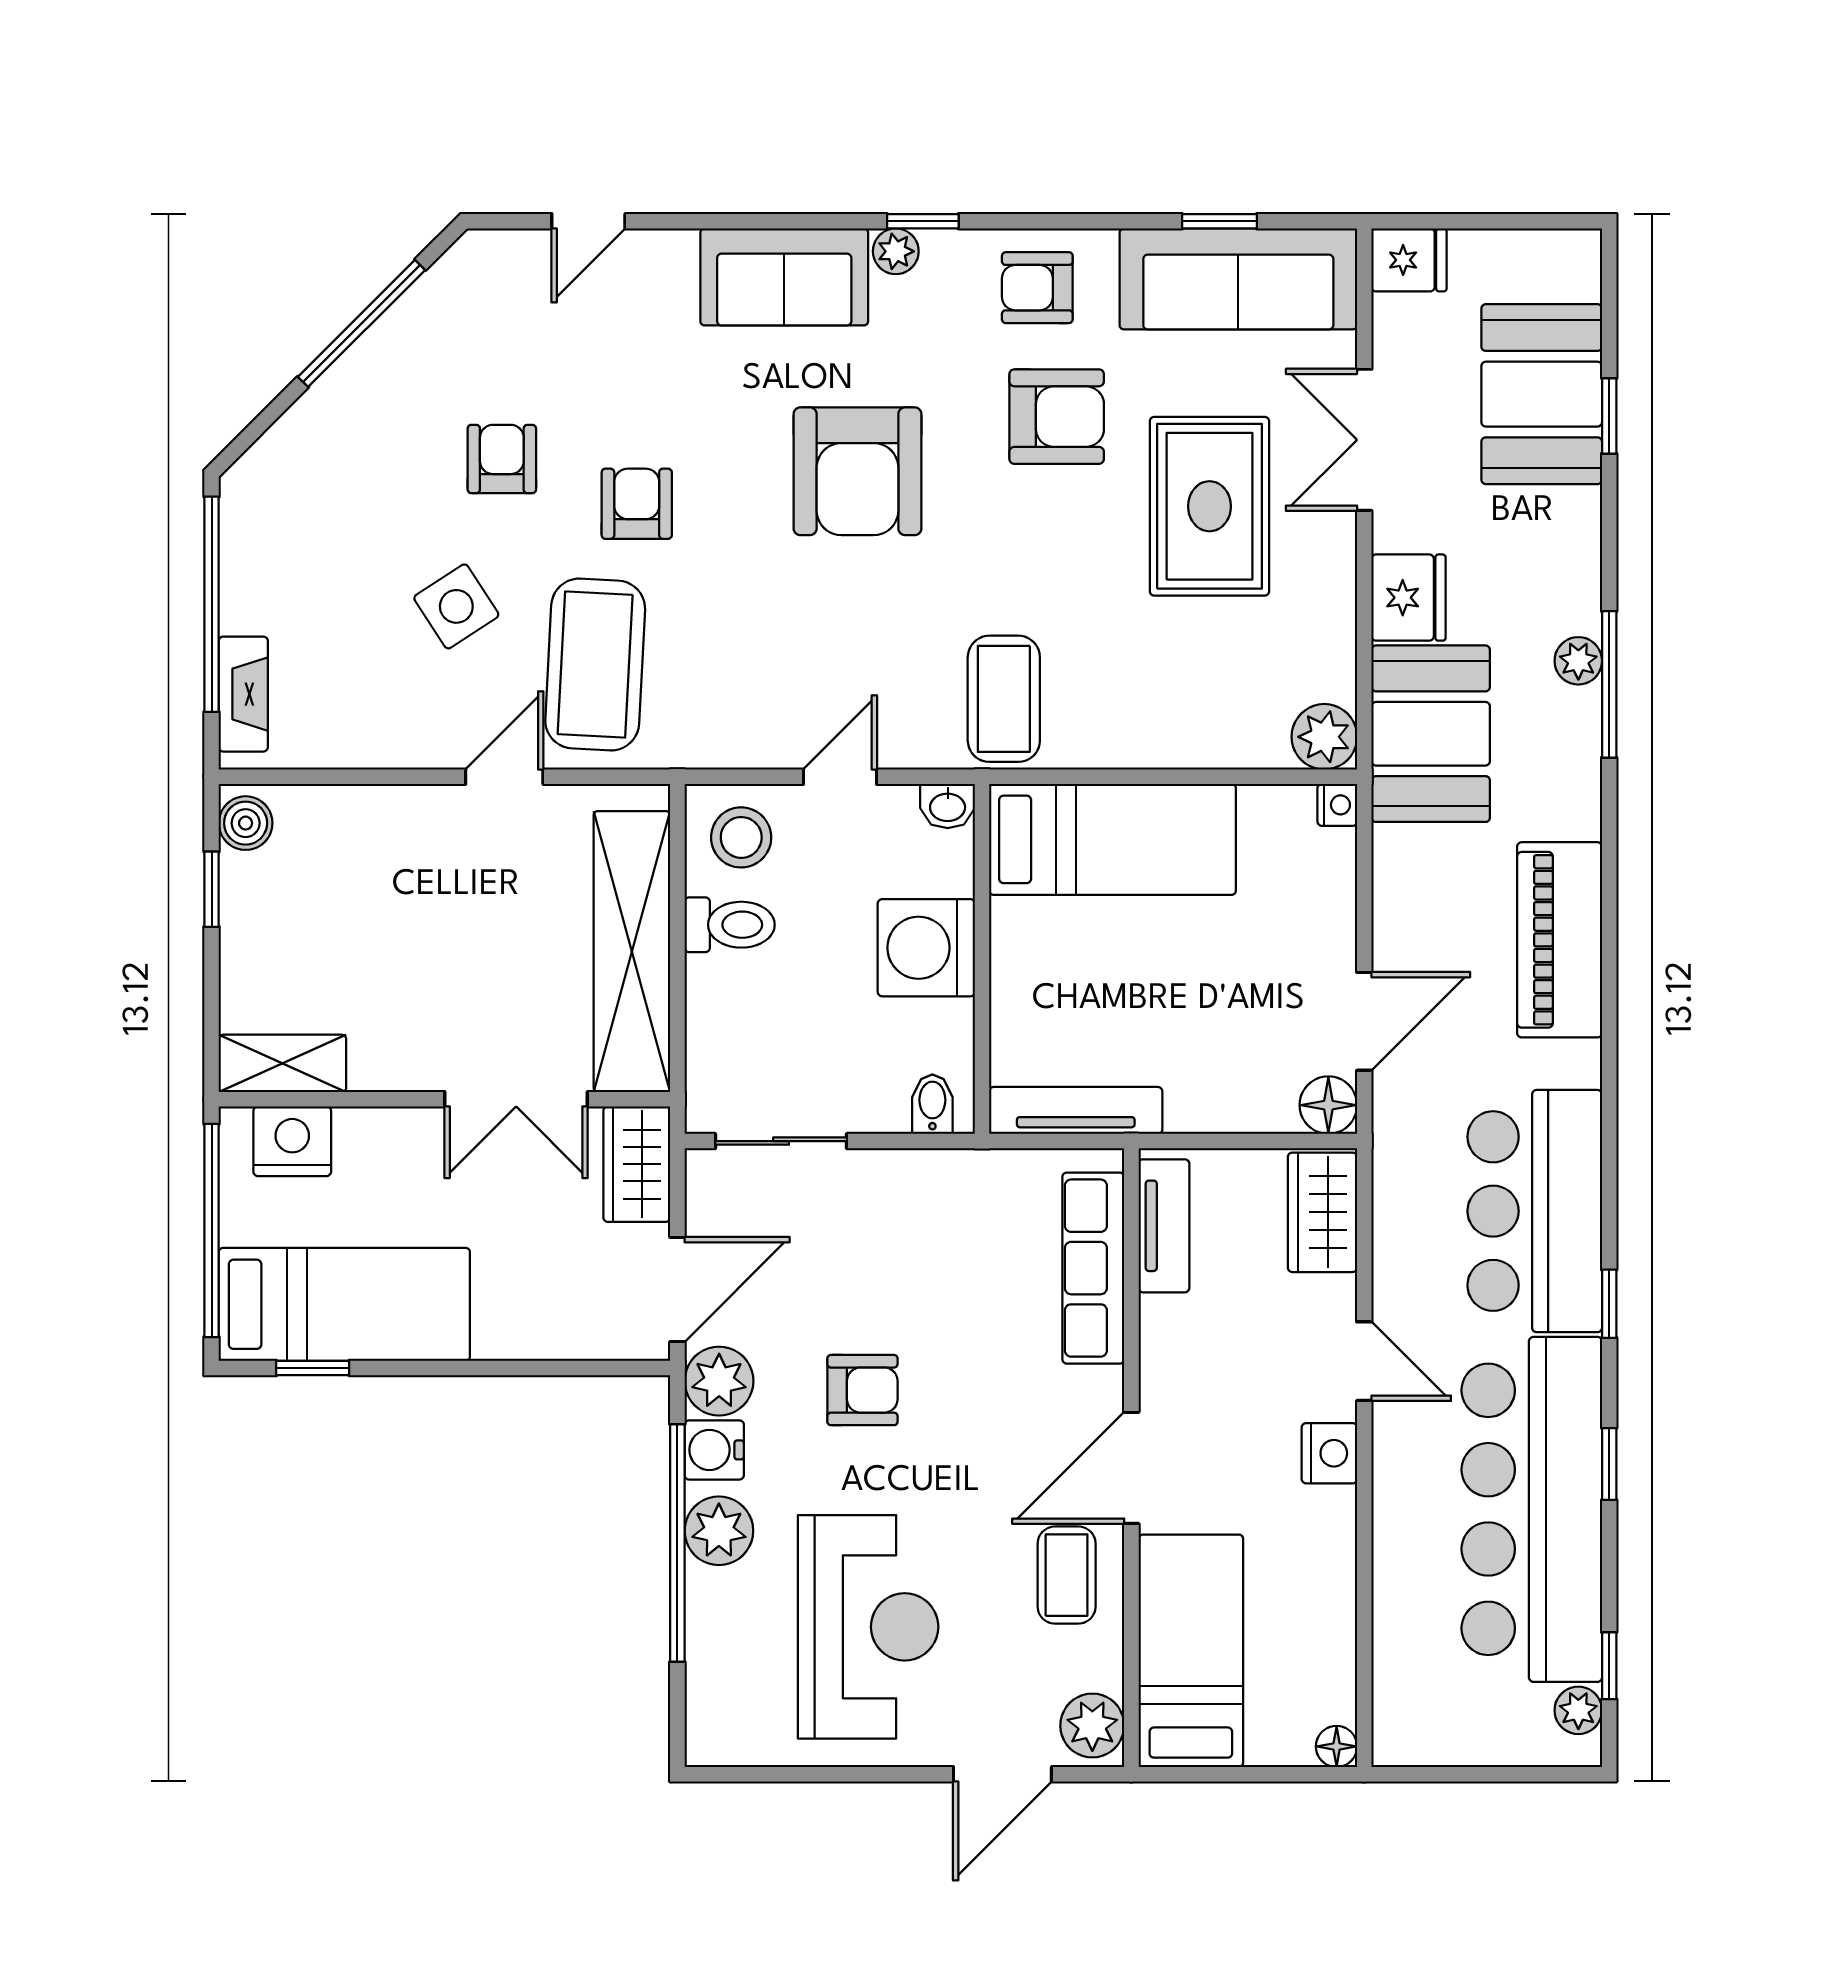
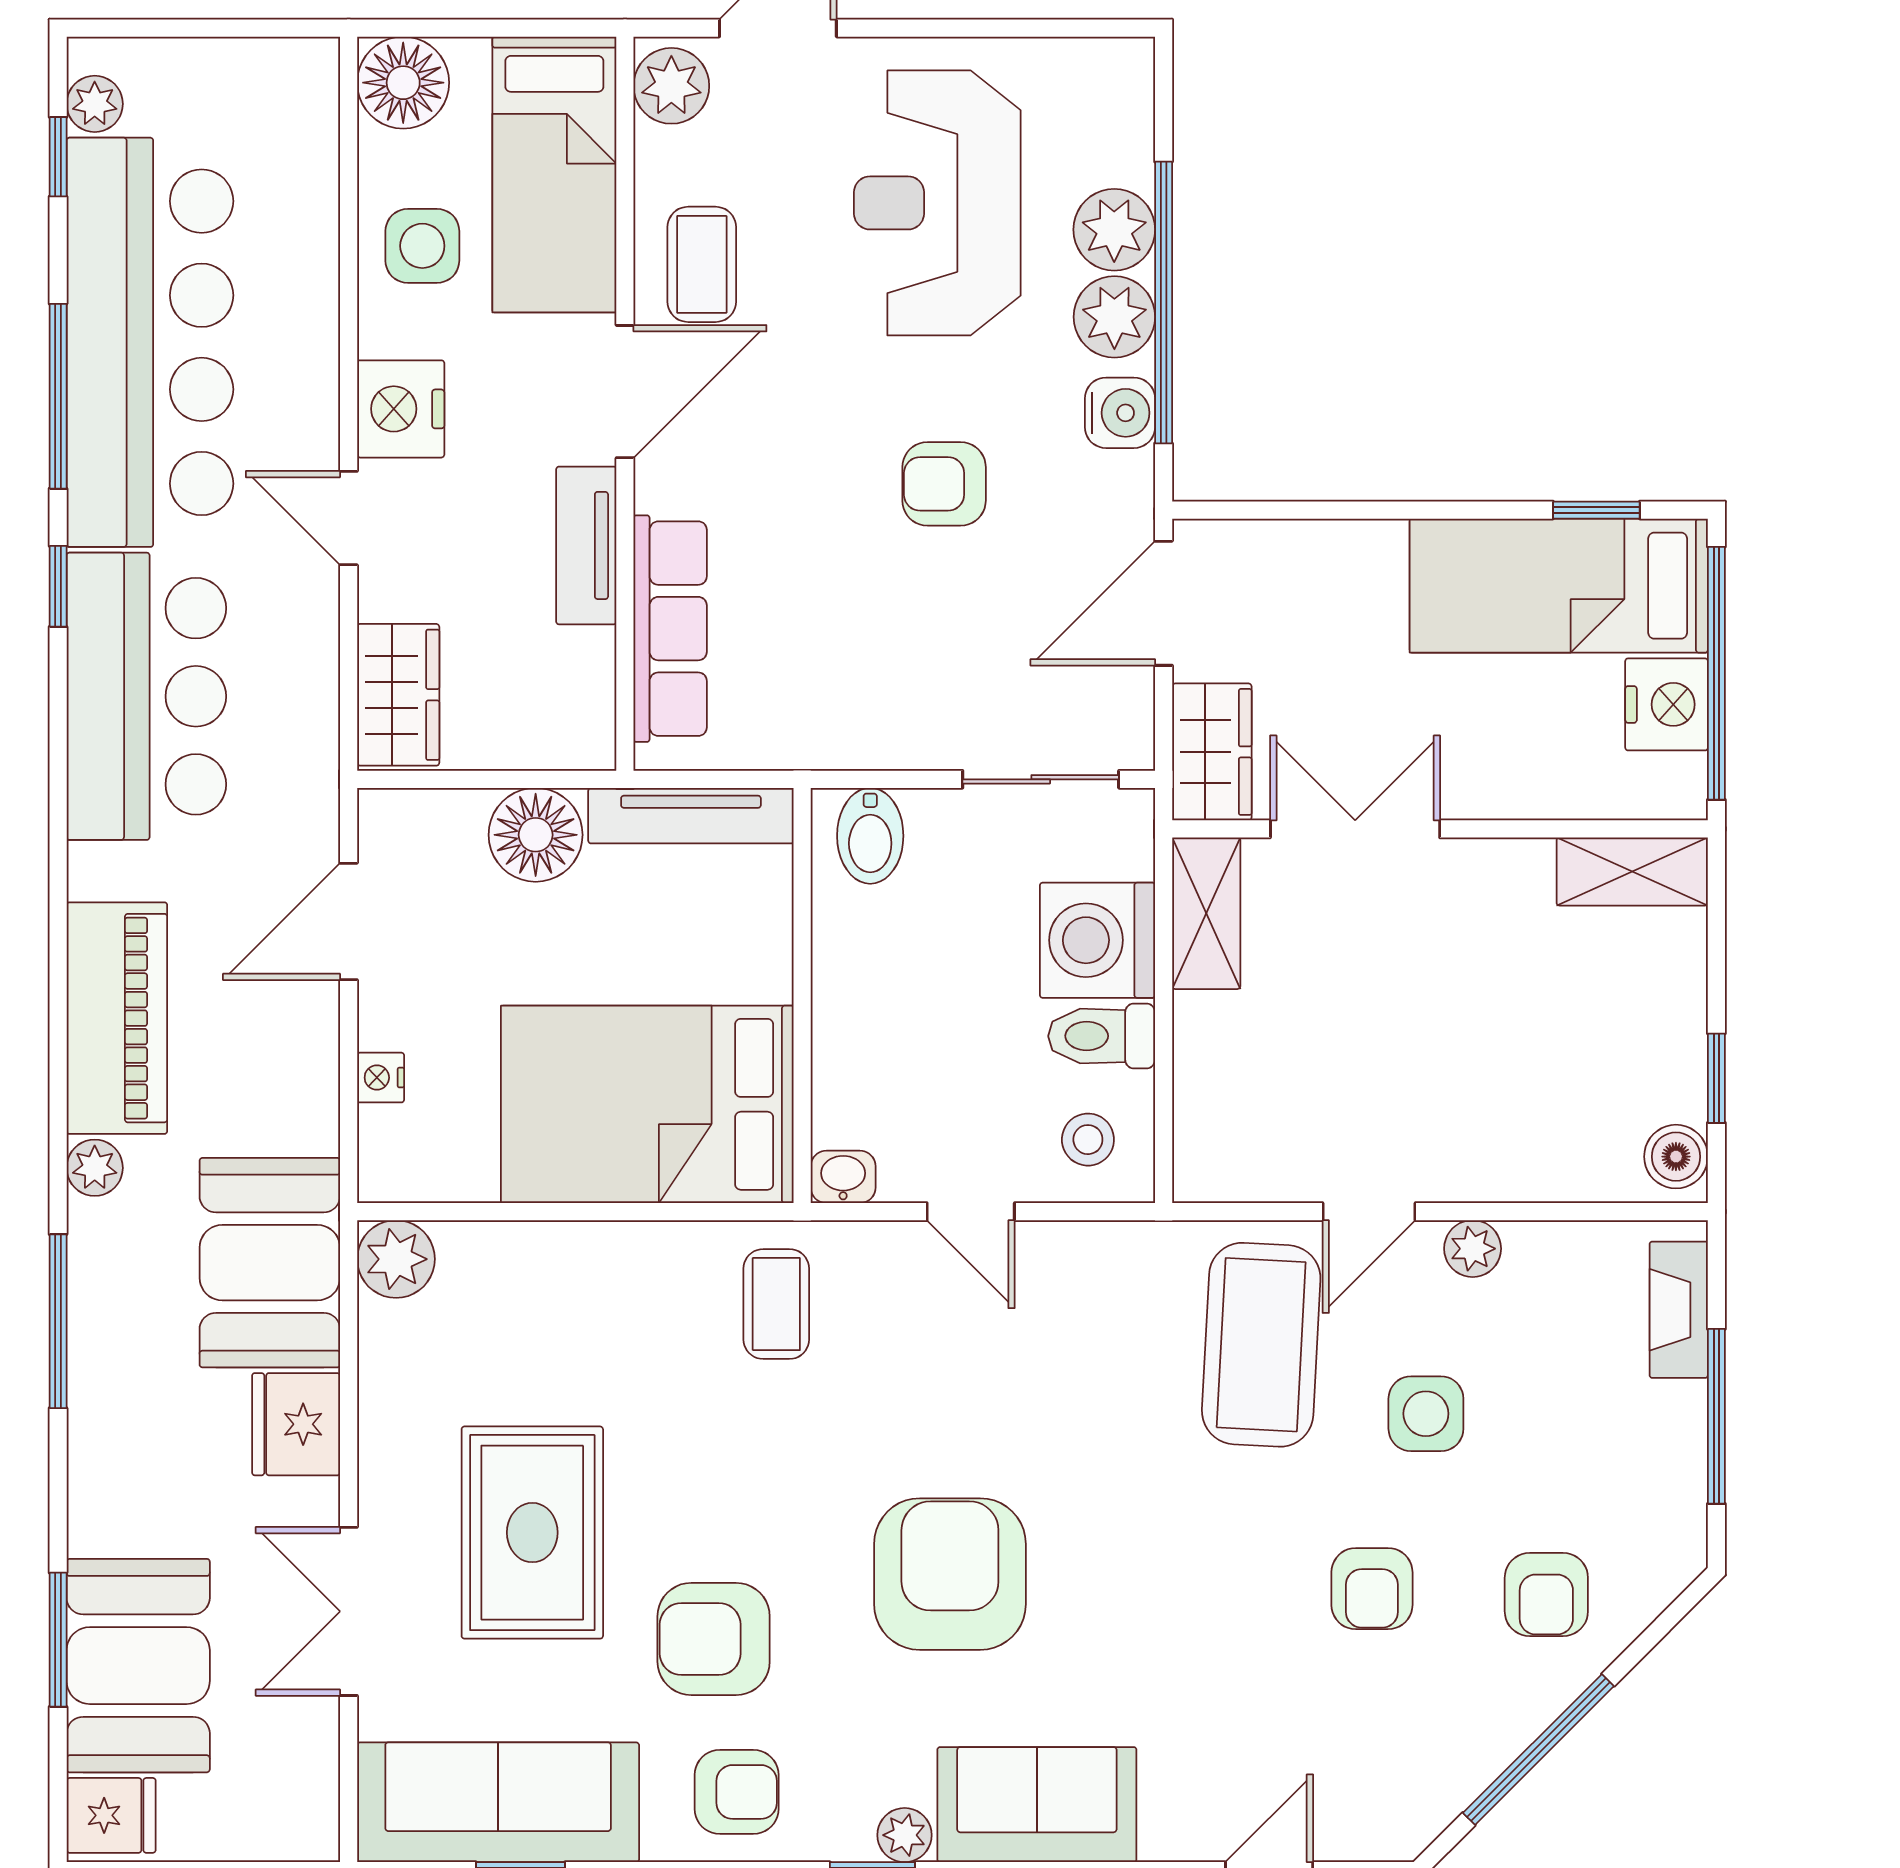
fridge: (1409, 260) -> (111, 1815), moved, turned 180
window: (1609, 416) -> (58, 1640), width x1.50
double door: (1364, 440) -> (349, 1611), swing flipped
armchair: (637, 504) -> (1546, 1595), moved
window: (212, 604) -> (1716, 1416), width x0.68
side table: (456, 606) -> (1426, 1414), turned 33
plant: (1578, 661) -> (95, 1168), moved
coffee table: (1004, 699) -> (776, 1304), width x0.73, depth x0.77
plant: (417, 746) -> (1473, 1249), added
door: (840, 777) -> (971, 1212), hinge flipped
nightstand: (1337, 805) -> (381, 1078), moved
stool: (741, 837) -> (1088, 1140), width x0.73, depth x0.73
bed: (1113, 839) -> (647, 1104), width x1.50
washing machine: (926, 948) -> (1097, 940), moved, turned 180
shelving: (632, 952) -> (1206, 913), width x0.45, depth x0.75
bidet: (932, 1104) -> (870, 836), width x1.38, depth x1.36
floor lamp: (1328, 1105) -> (536, 835), moved, width x1.38, depth x1.38
nightstand: (292, 1141) -> (1667, 704), moved, turned -90
tv unit: (1164, 1226) -> (586, 545), moved
plant: (719, 1381) -> (1114, 230), moved
nightstand: (1329, 1453) -> (401, 409), width x1.36, depth x1.33
window: (1609, 1464) -> (58, 396), width x2.17
side table: (1302, 1591) -> (422, 246), added
floor lamp: (1337, 1746) -> (403, 83), width x1.89, depth x1.89

